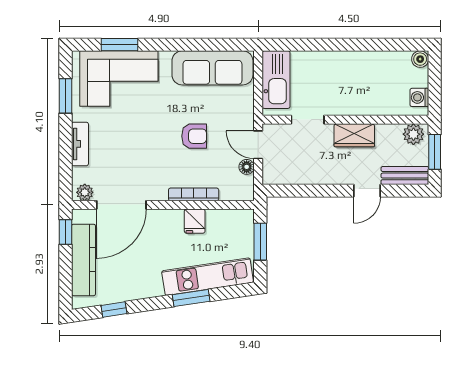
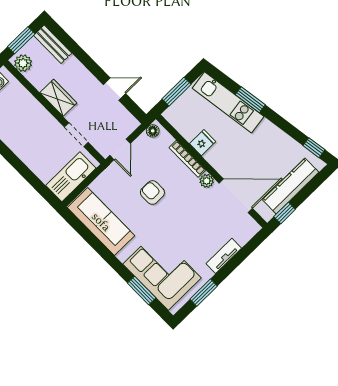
floor lamp: (247, 167) -> (153, 131), moved
door: (367, 191) -> (114, 89), moved
plant: (85, 192) -> (207, 181), moved
window: (114, 310) -> (314, 148), moved

